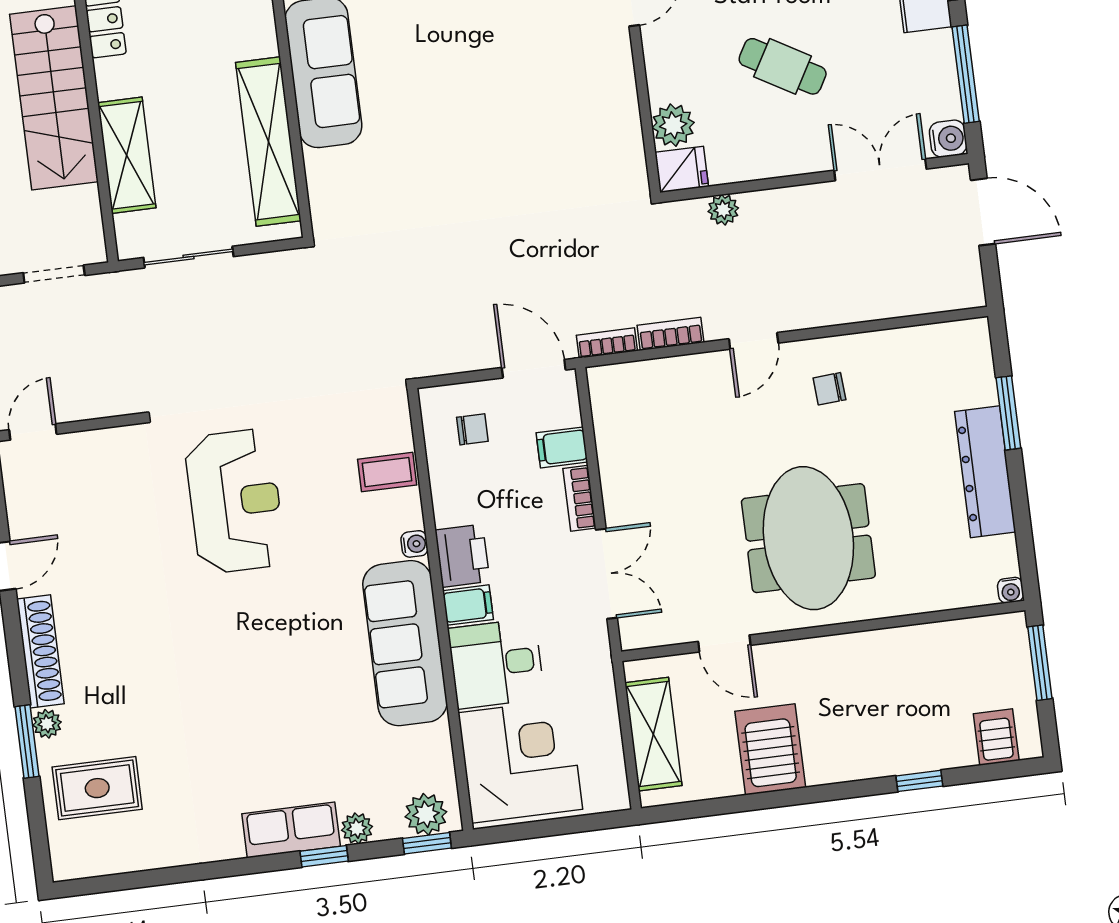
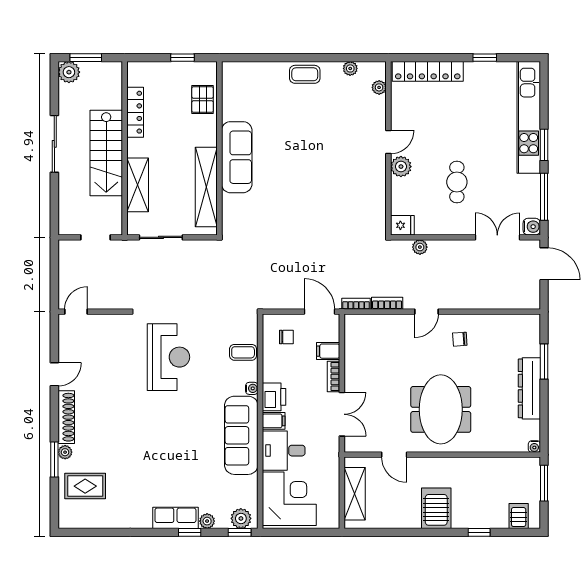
cafe table: (783, 66) -> (457, 182), turned 60
plant: (673, 125) -> (401, 167), moved
server rack: (770, 749) -> (436, 508), moved

